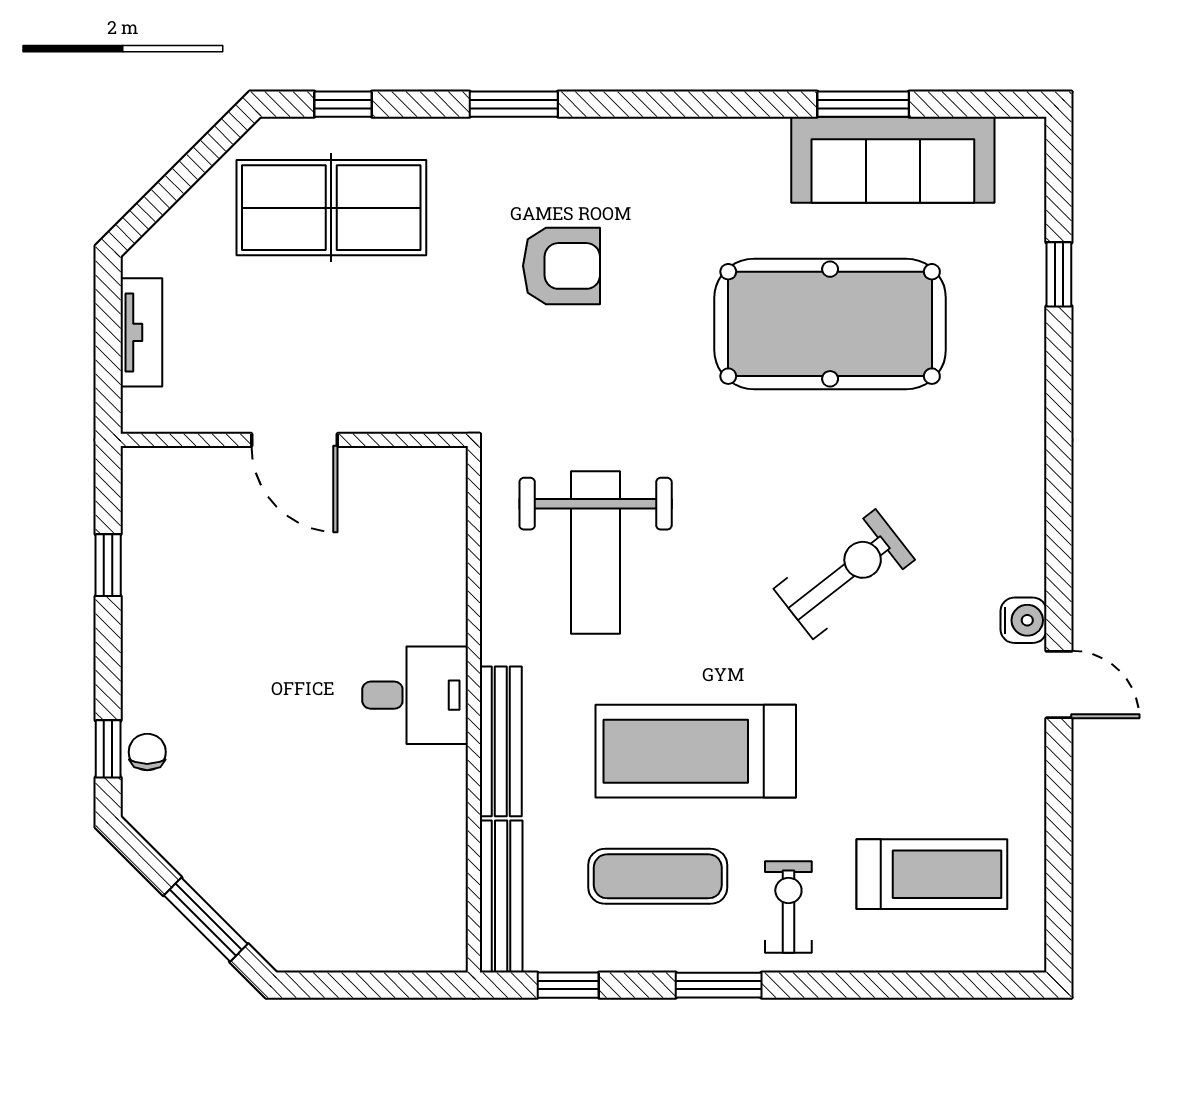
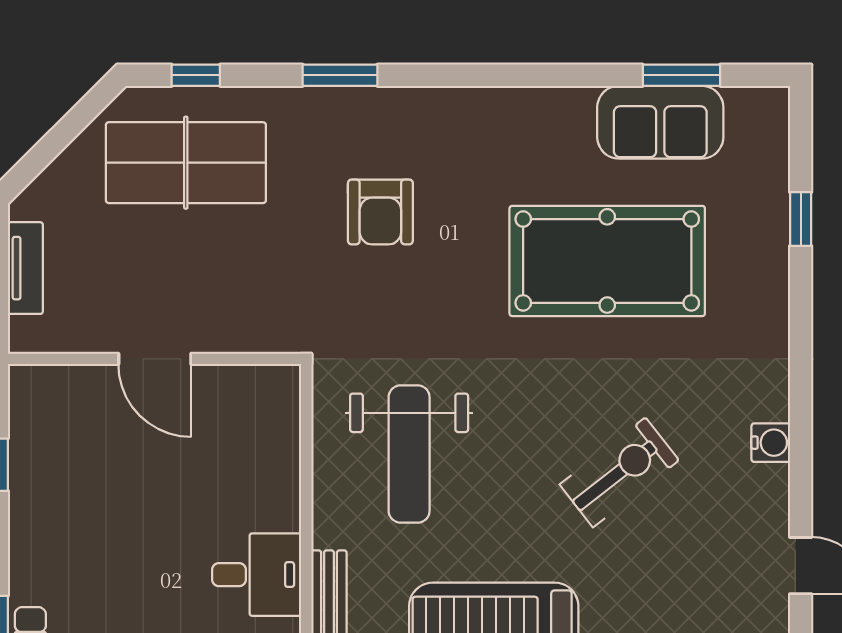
window: (863, 104) -> (681, 75), moved
sofa: (893, 160) -> (660, 122), width x0.73
armchair: (562, 266) -> (380, 212), turned 90
water cooler: (1024, 620) -> (771, 443), moved

